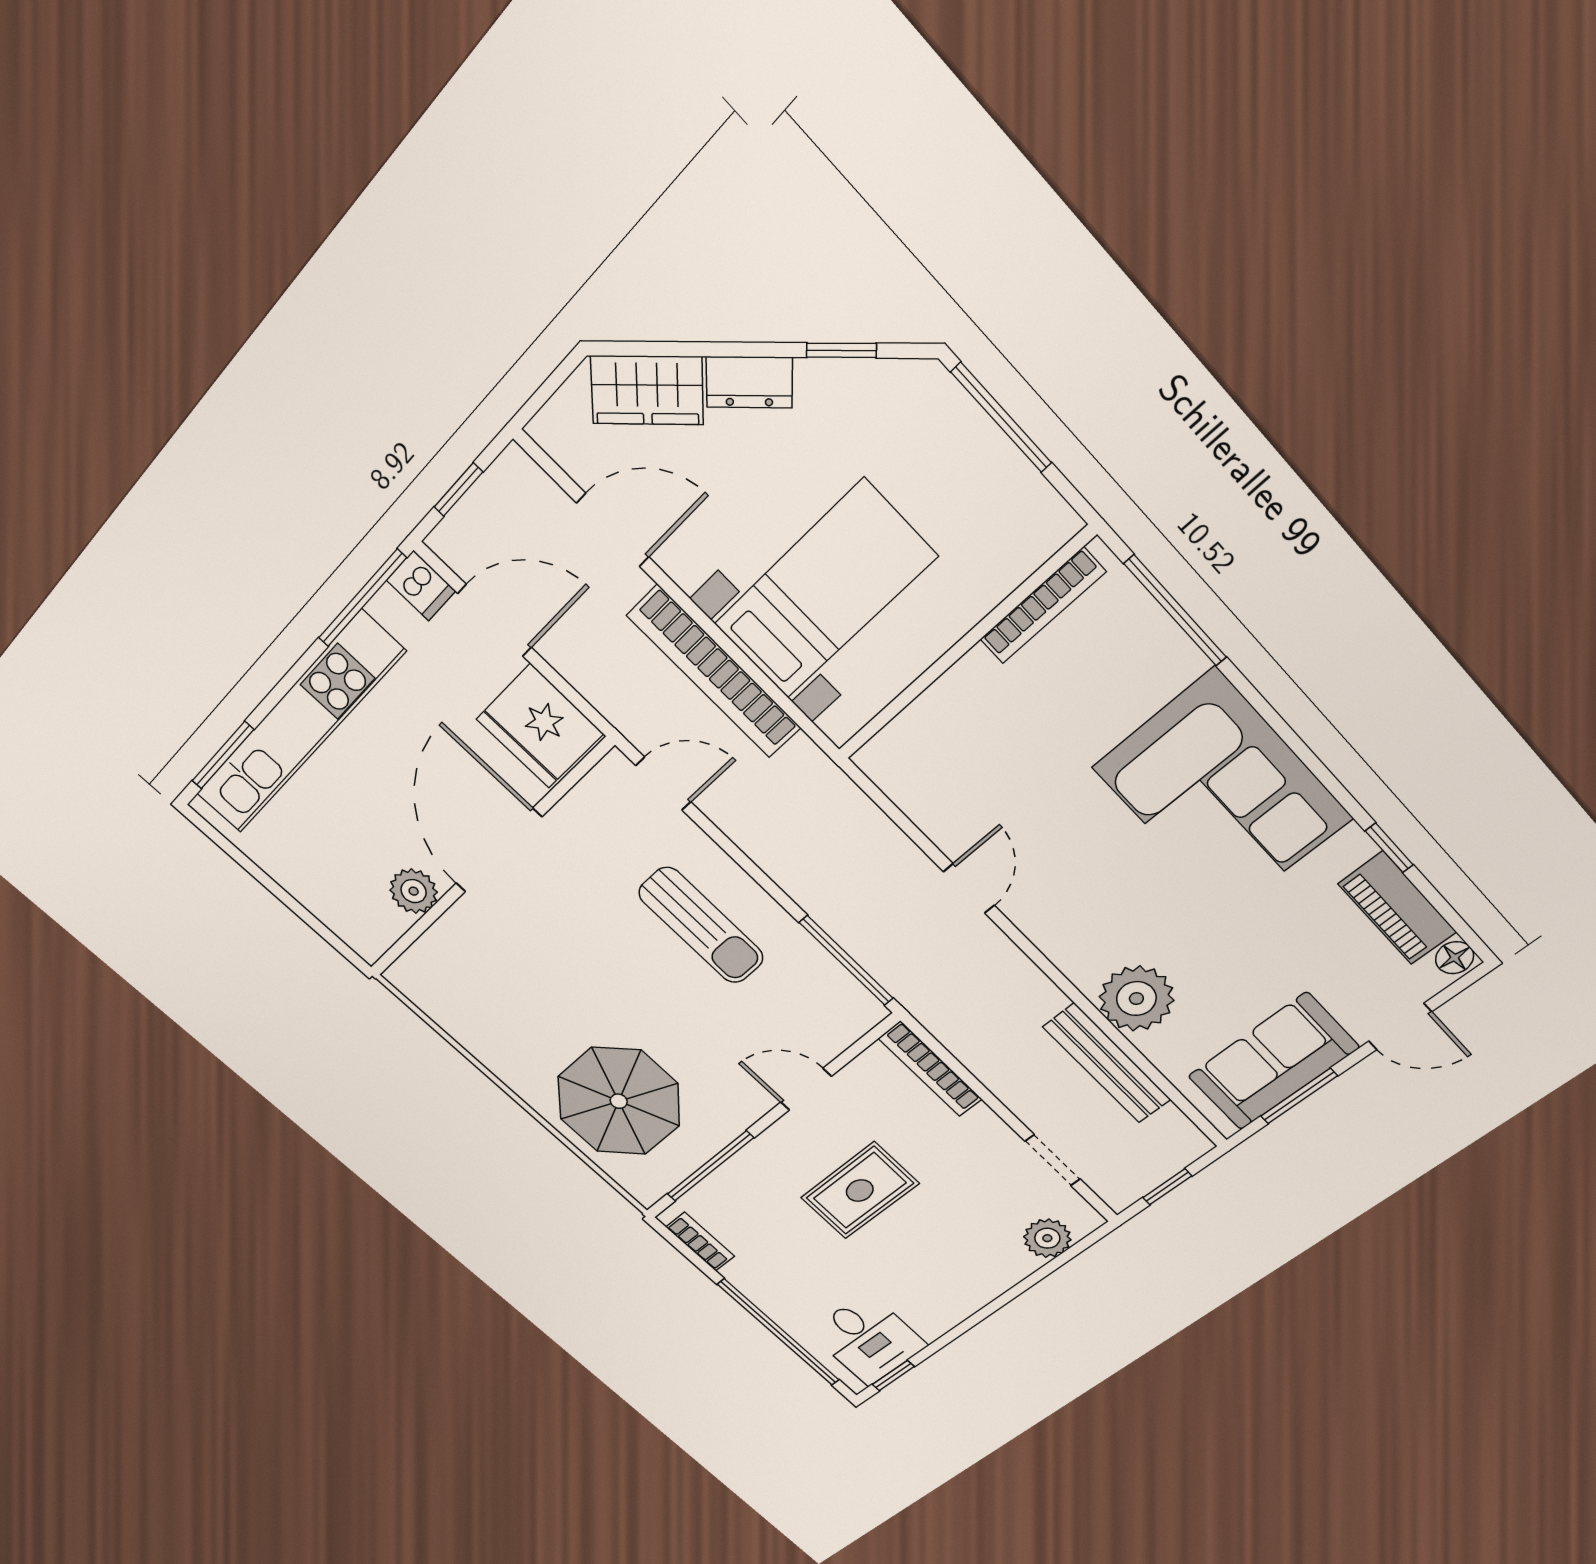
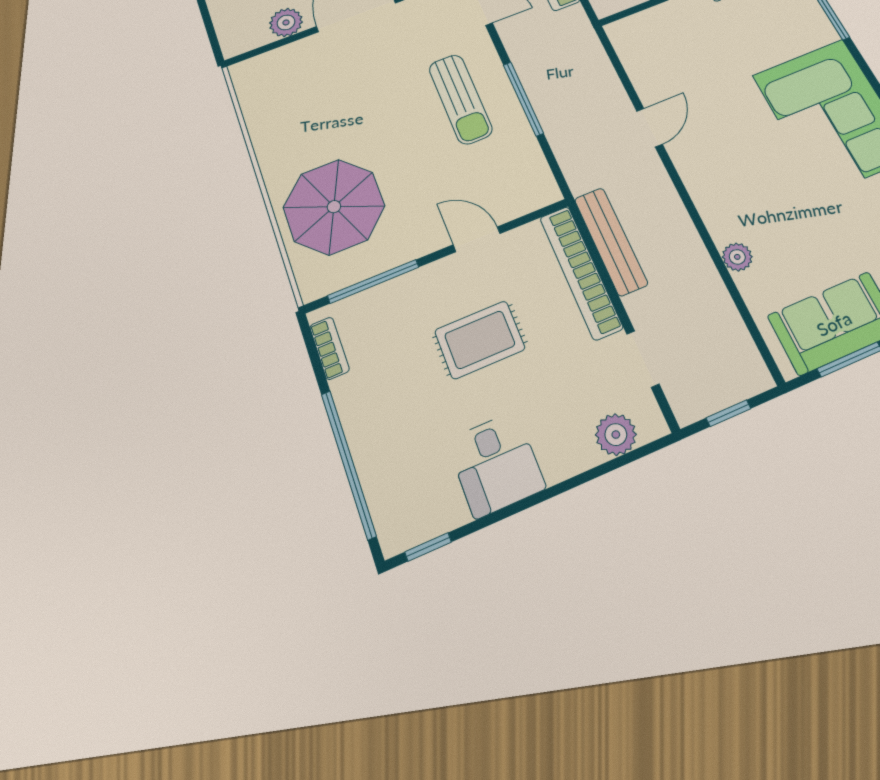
window: (846, 961) -> (523, 99), moved
plant: (1136, 999) -> (737, 257), width x0.53, depth x0.53
bench: (1107, 1063) -> (611, 241), moved
bookcase: (930, 1069) -> (581, 272), width x1.48, depth x1.31
desk: (868, 1339) -> (496, 464), moved

